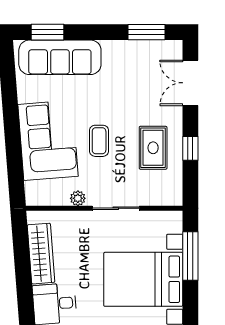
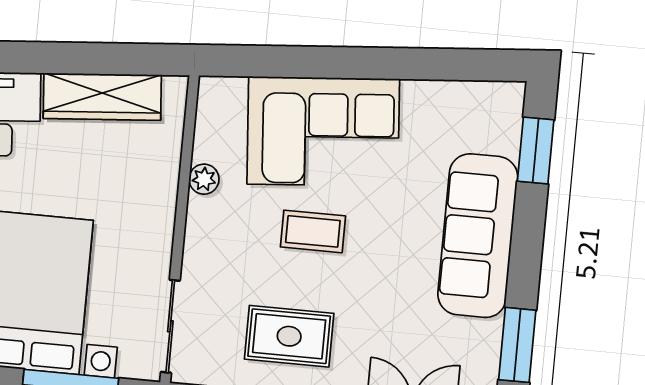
sofa: (60, 57) -> (478, 236), moved
sliding door: (116, 208) -> (170, 326), moved

